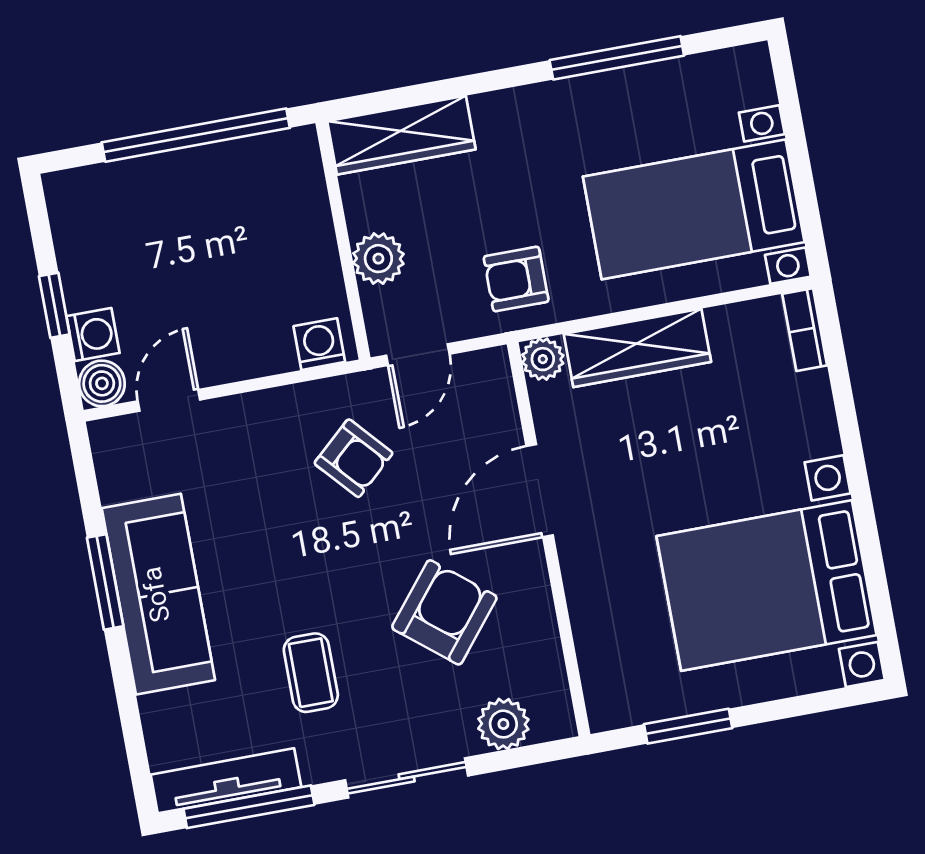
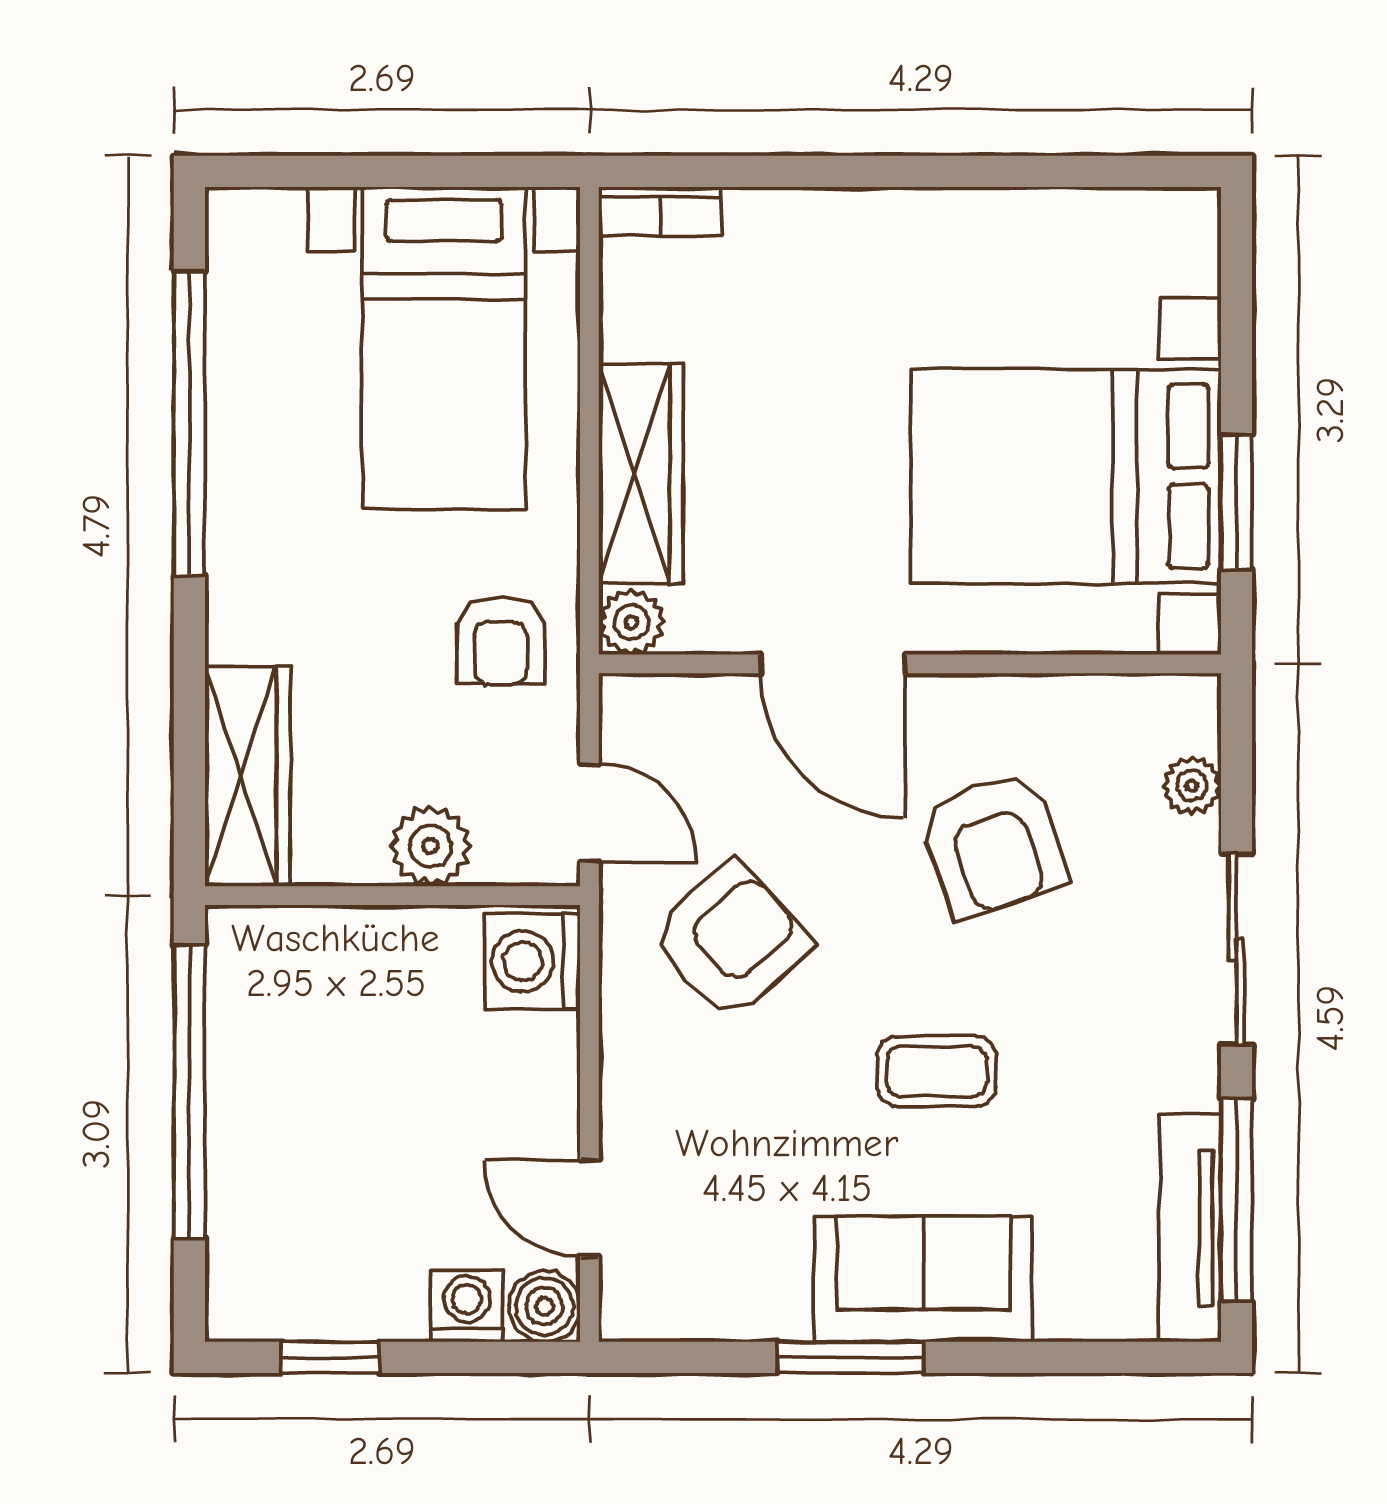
window: (617, 58) -> (189, 423), width x1.46
window: (54, 305) -> (330, 1357), moved
washing machine: (319, 344) -> (532, 961), width x1.38, depth x1.38
armchair: (353, 458) -> (730, 941), width x1.38, depth x1.38
bed with nightstands: (767, 586) -> (1066, 476), moved, turned 90
sofa: (158, 594) -> (923, 1279), width x0.73
armchair: (444, 612) -> (993, 845), turned -148
coffee table: (311, 673) -> (937, 1071), moved
plant: (503, 724) -> (1192, 785), width x0.73, depth x0.73

